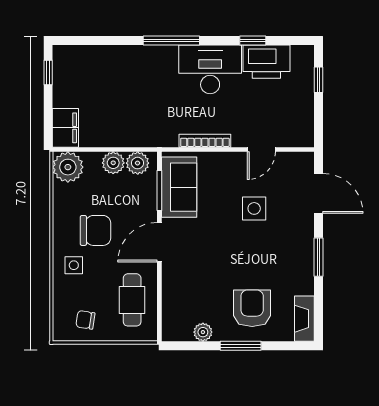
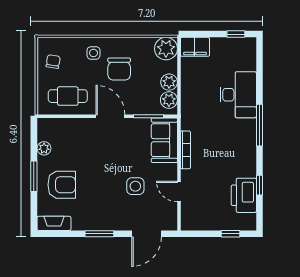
desk: (210, 69) -> (238, 95), moved
sofa: (179, 187) -> (164, 140), moved, turned 90

